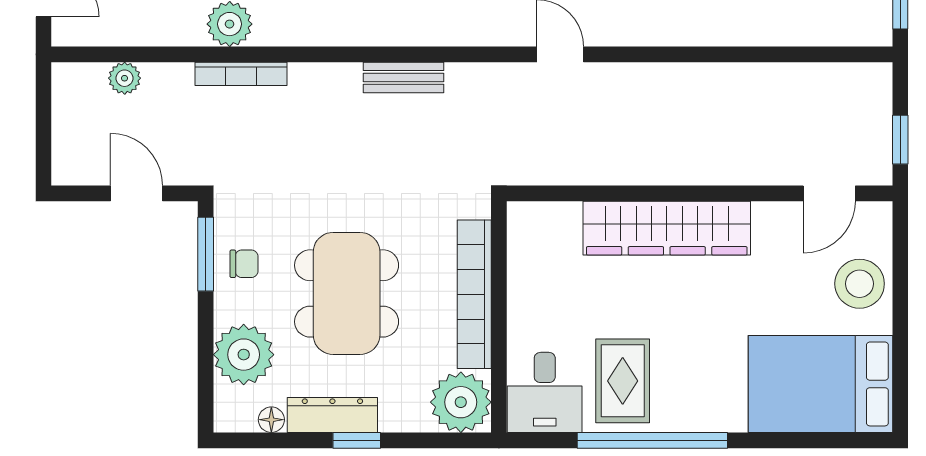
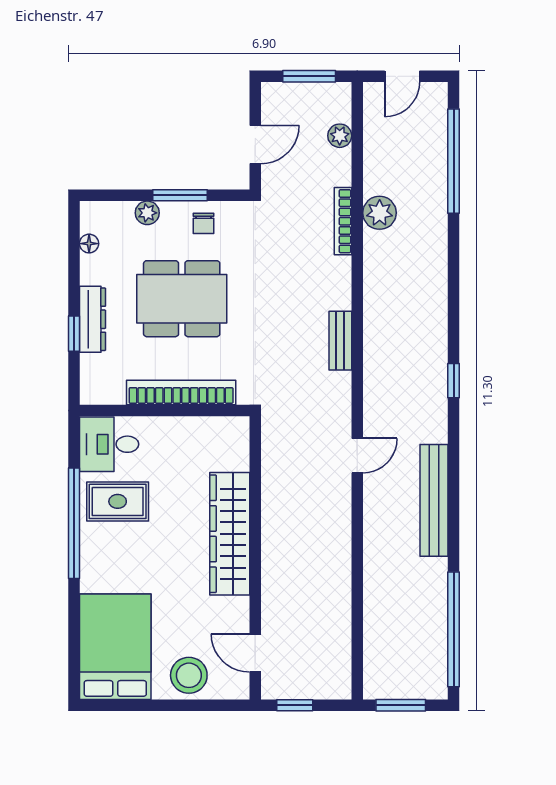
window: (44, 120) -> (309, 76), added
window: (206, 254) -> (180, 195), moved
plant: (244, 355) -> (147, 213), width x0.53, depth x0.53
plant: (461, 402) -> (102, 383), removed
dresser: (332, 415) -> (93, 319), moved
window: (357, 440) -> (74, 334), moved

